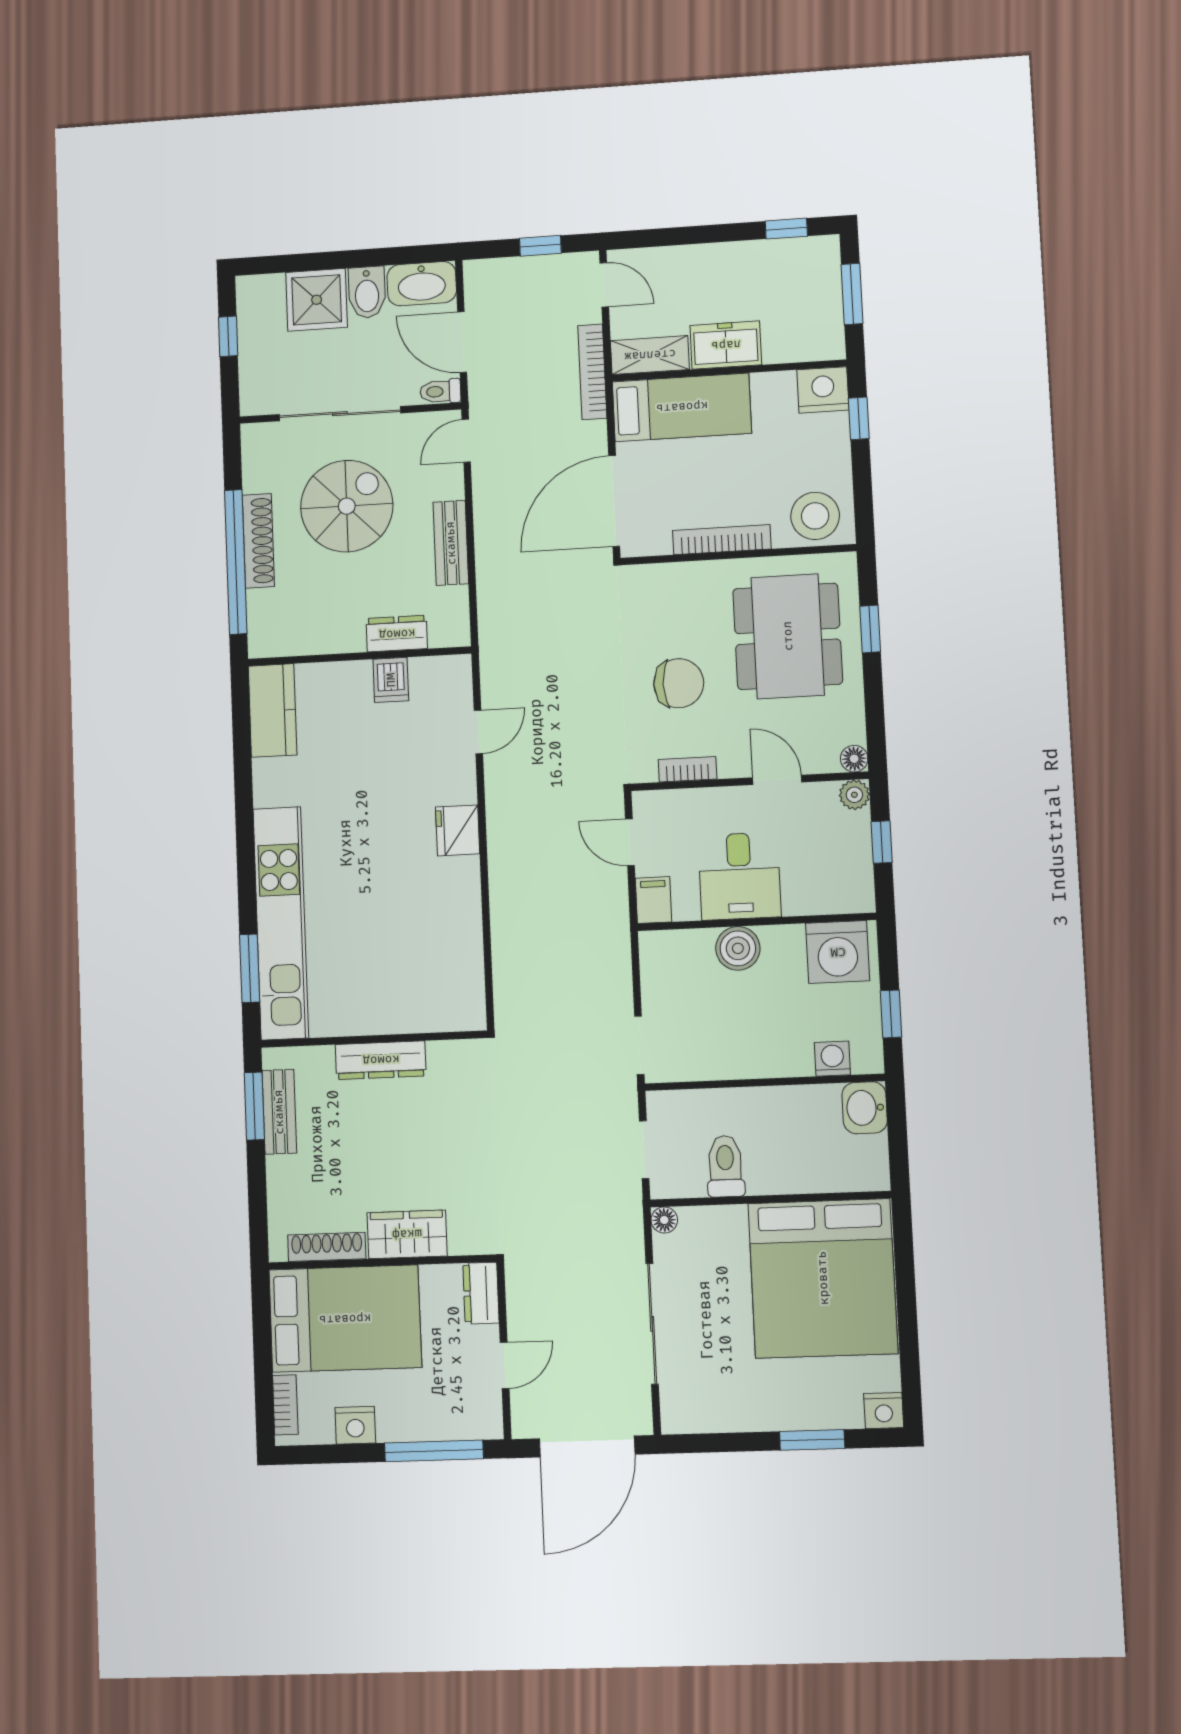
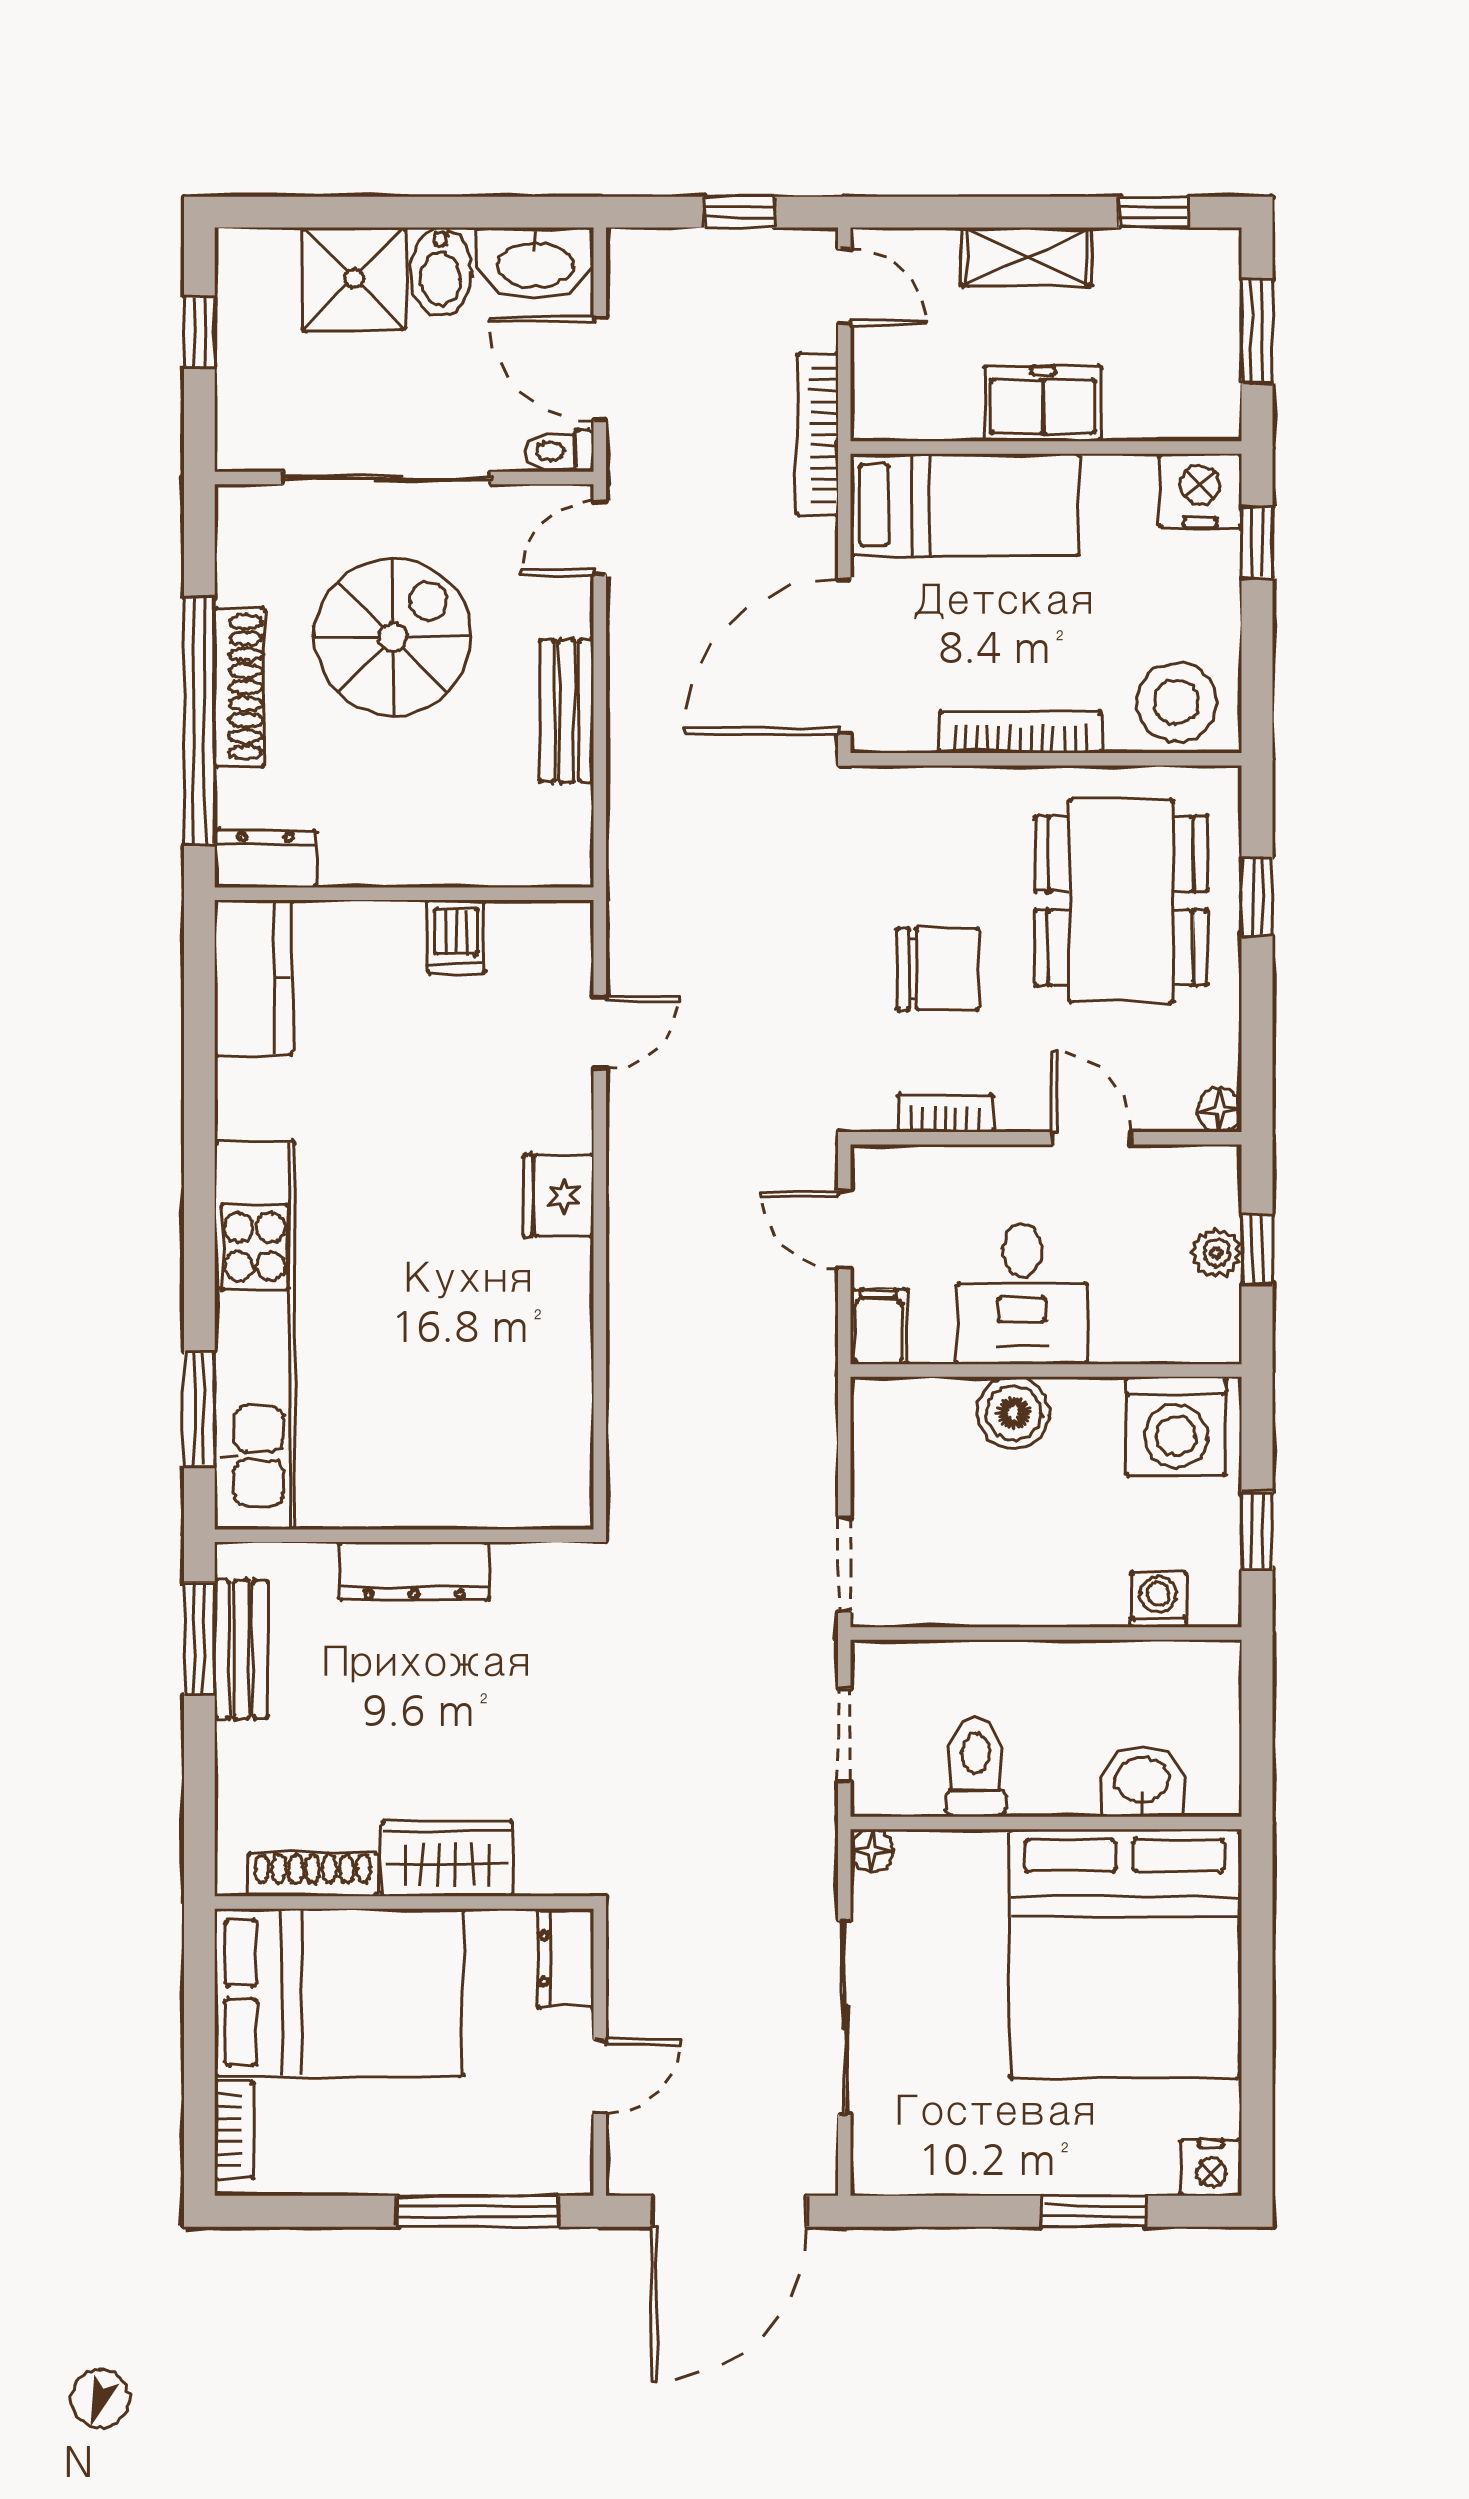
shelving: (650, 355) -> (1027, 257), moved
dresser: (397, 634) -> (265, 859), moved
plant: (854, 795) -> (1217, 1253), moved
washbasin: (865, 1108) -> (1142, 1782), moved, turned 90
nightstand: (355, 1425) -> (349, 2166), removed

